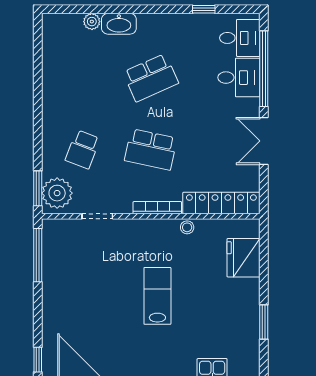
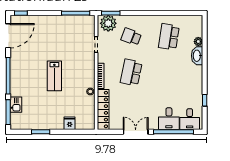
school desk: (151, 78) -> (169, 37), moved, turned 33
fridge: (243, 258) -> (70, 123), width x0.53, depth x0.75
lab bench: (157, 296) -> (54, 76), turned 90

